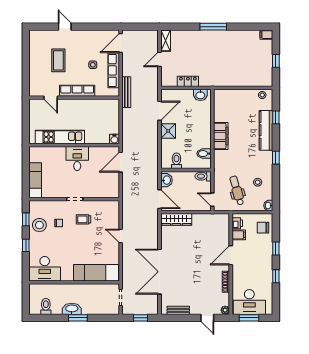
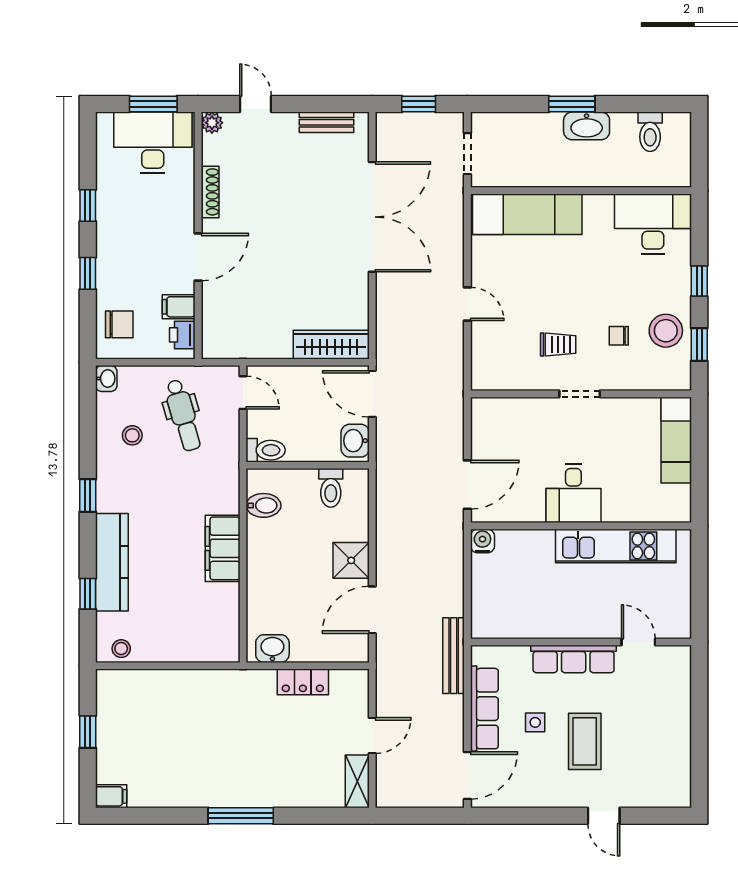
coffee table: (58, 60) -> (585, 741), moved

